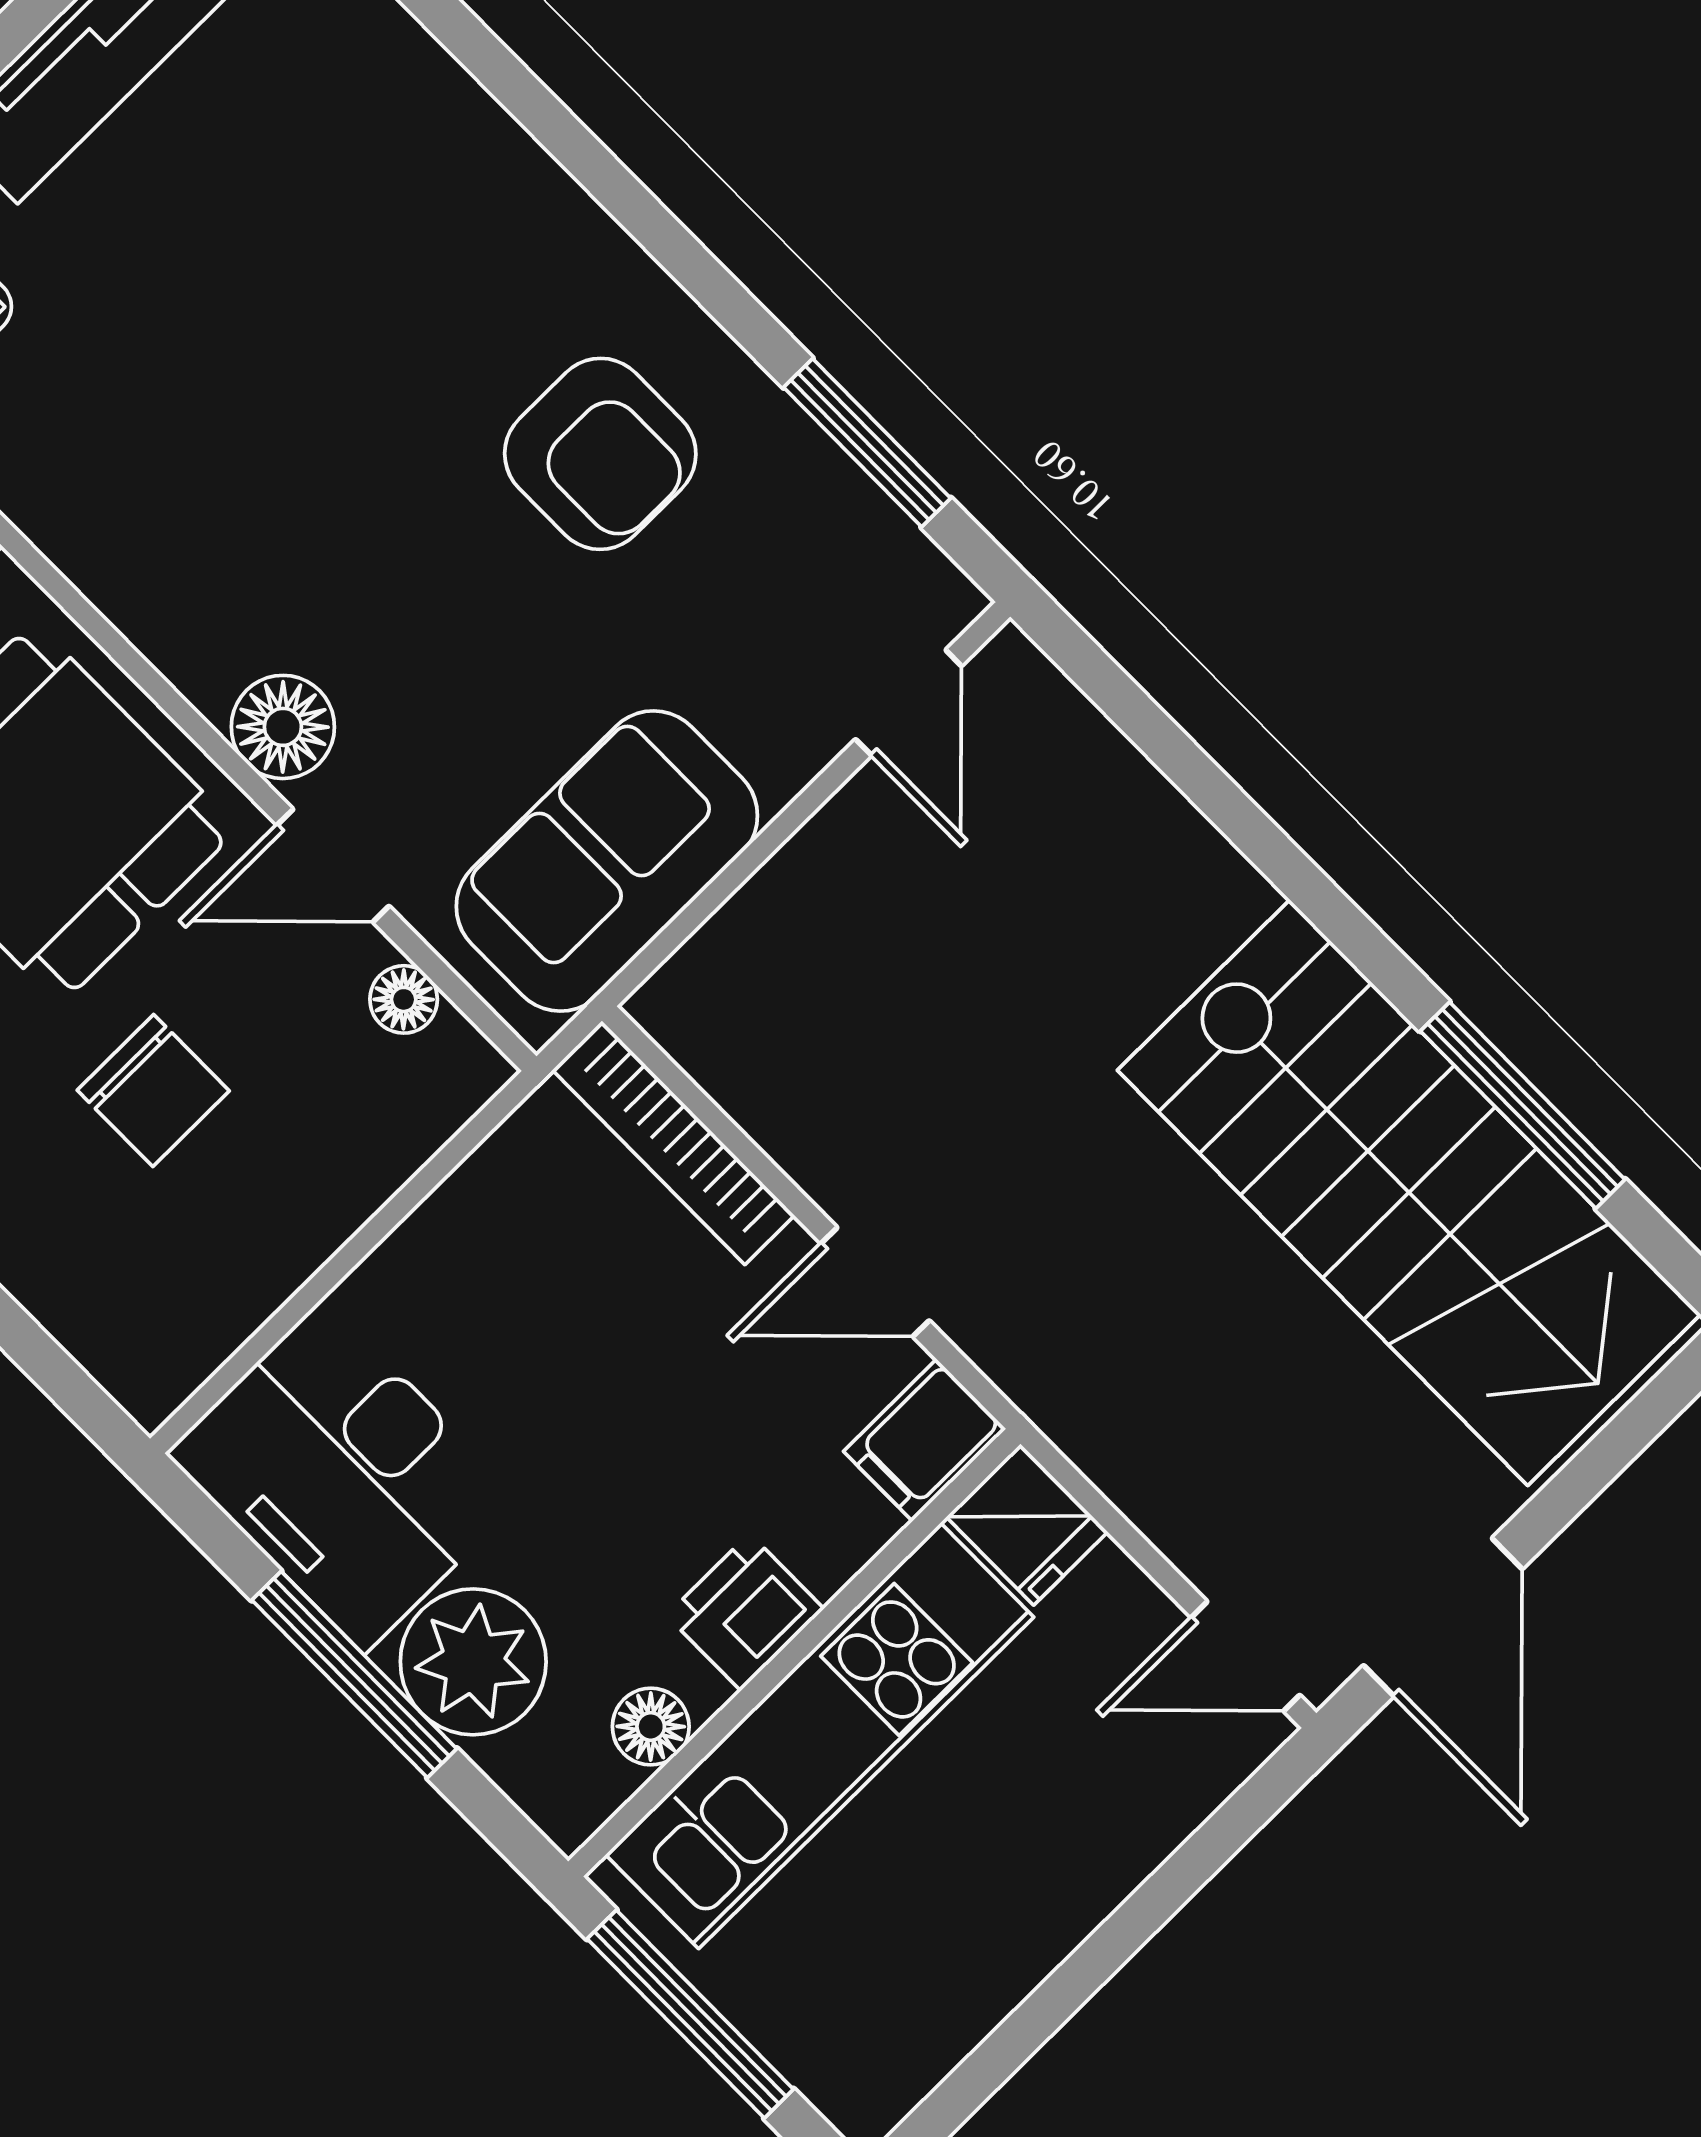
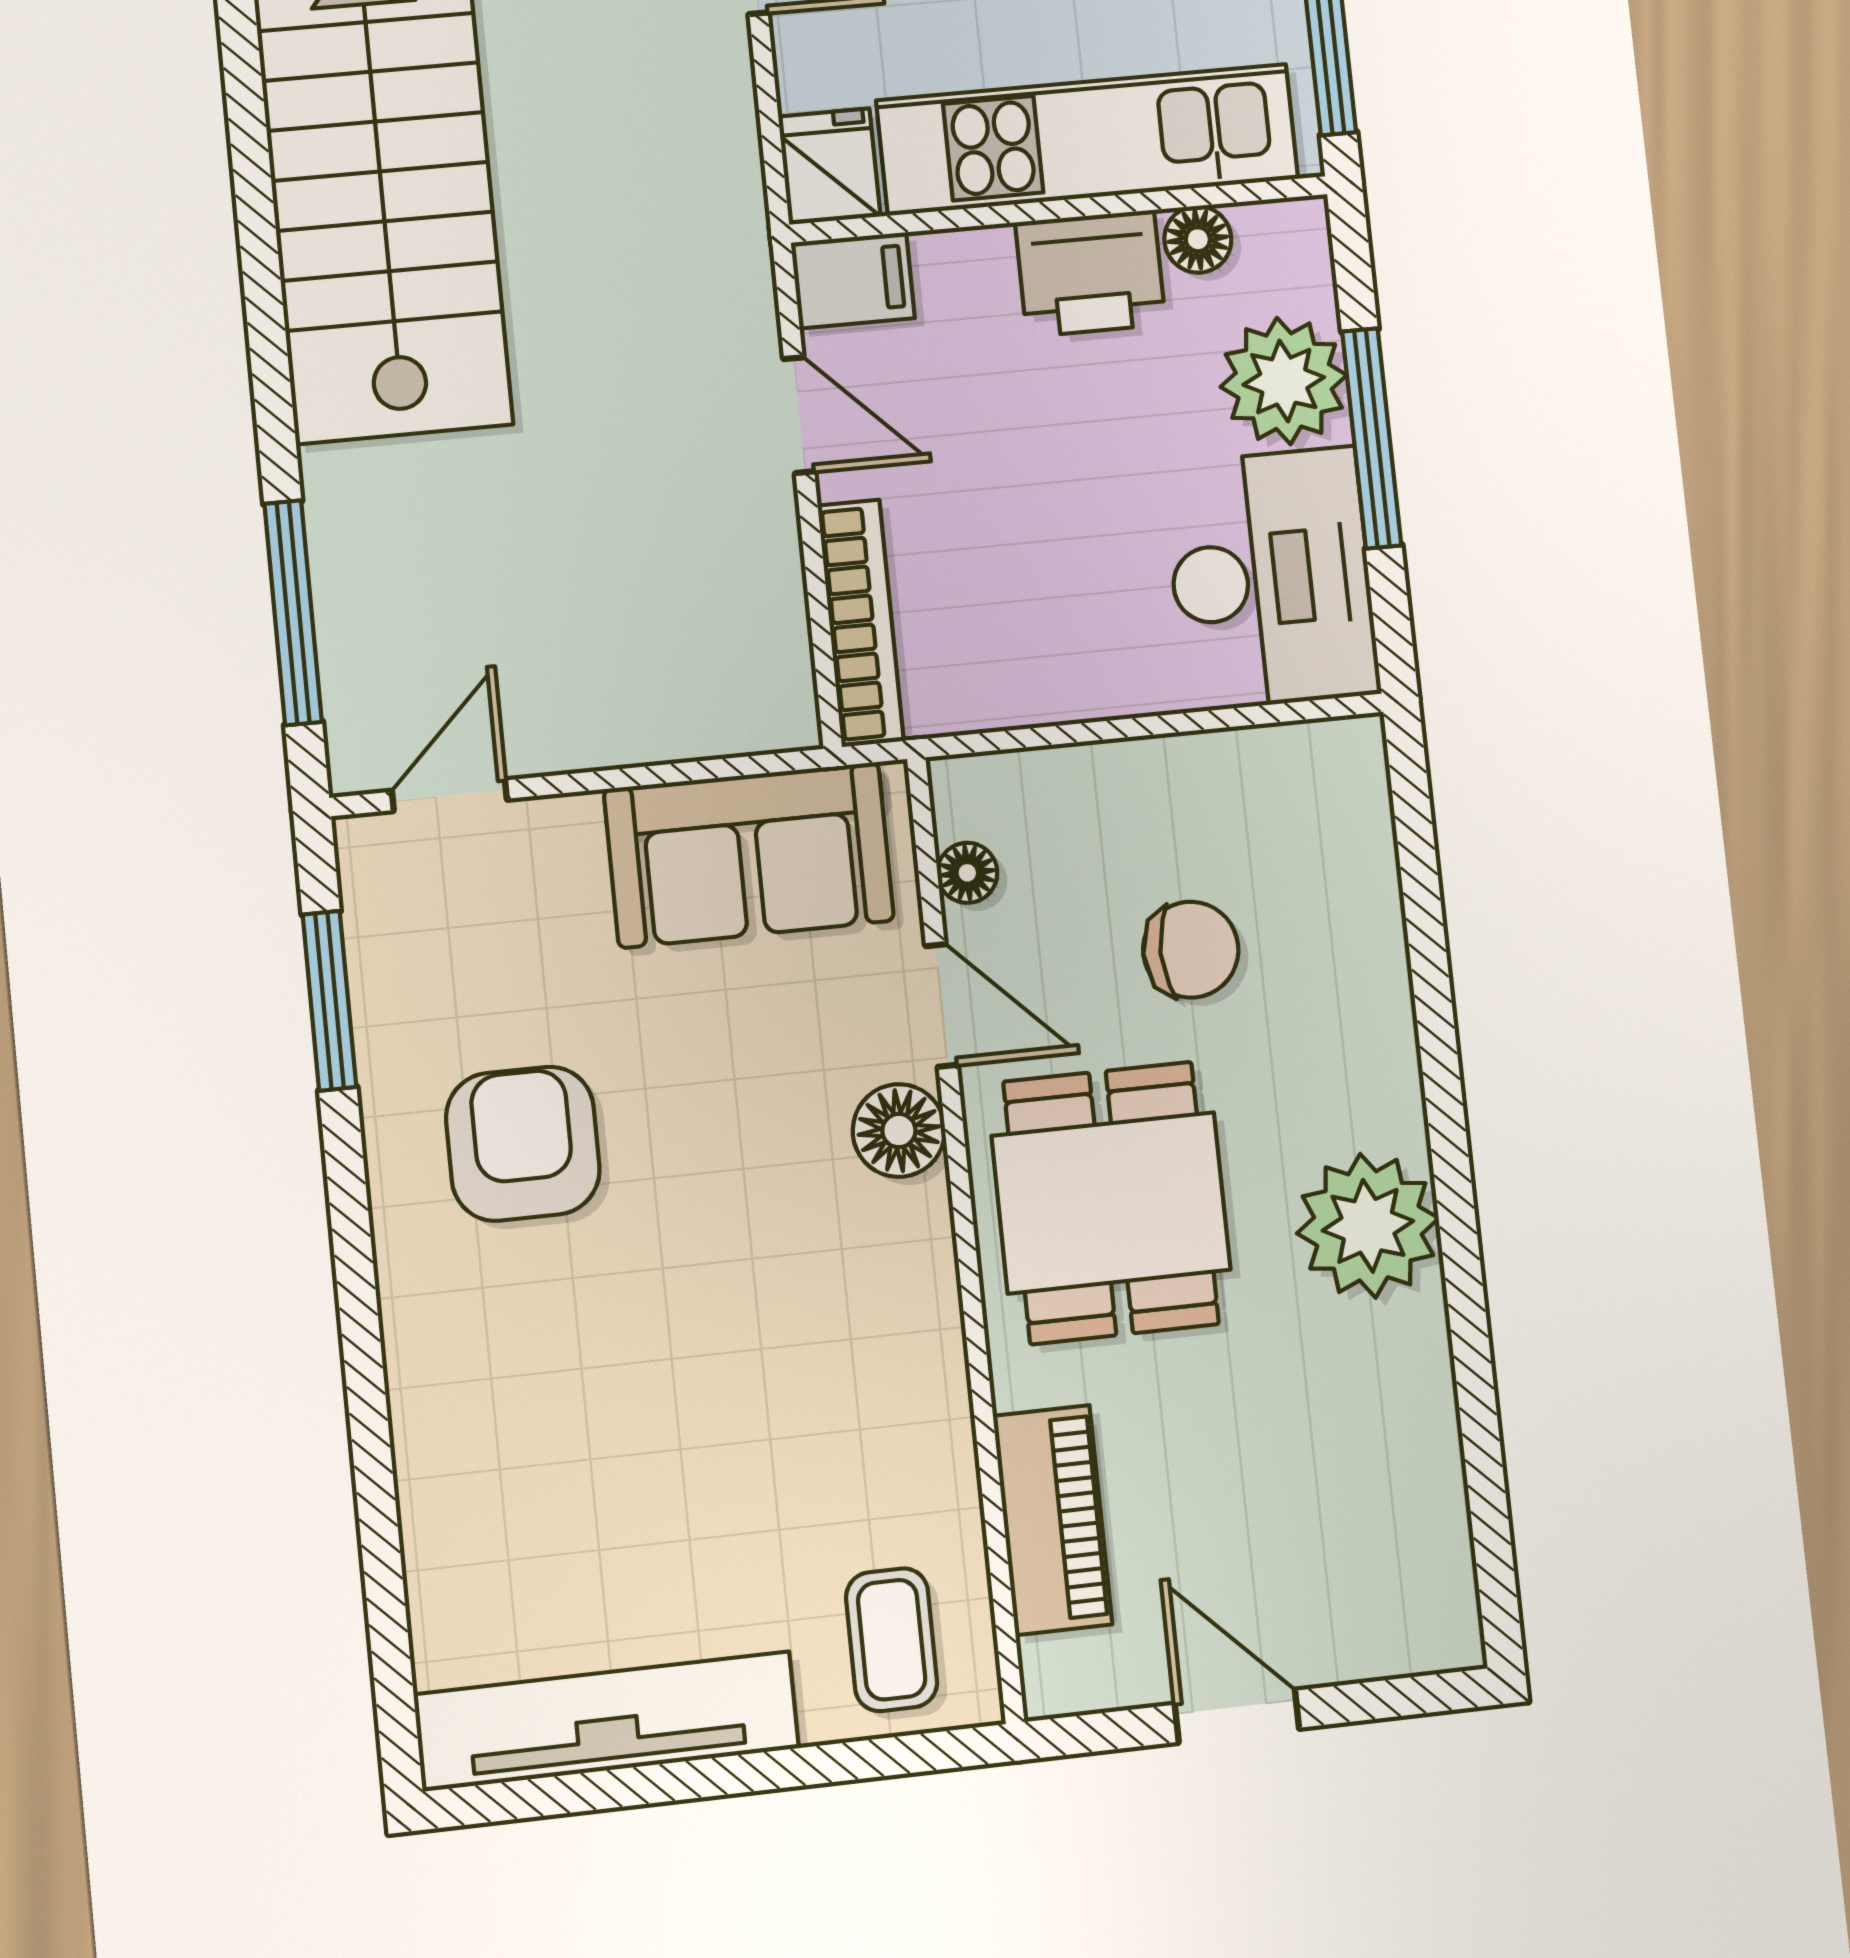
chair: (153, 1091) -> (1191, 950), turned 90
window: (1523, 1105) -> (293, 613), moved
printer: (745, 1612) -> (1090, 273), width x1.36, depth x1.24

